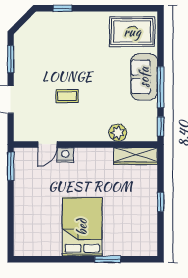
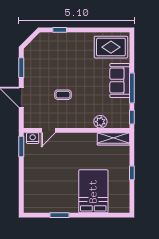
nightstand: (65, 155) -> (33, 138), moved
bed: (82, 227) -> (93, 191), moved
window: (108, 259) -> (60, 215), moved

